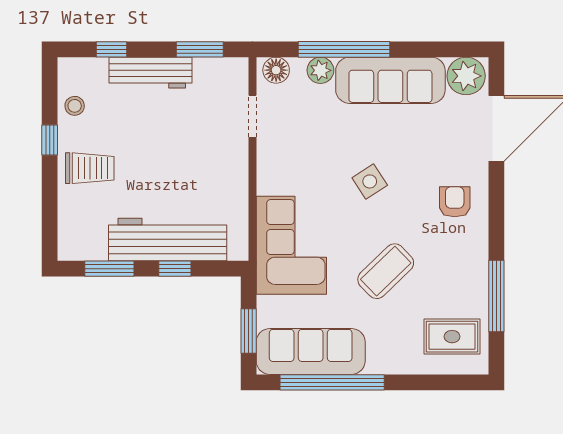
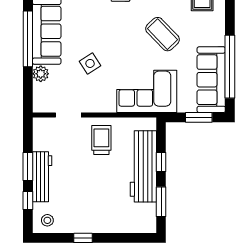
window: (200, 49) -> (28, 167), moved
window: (344, 49) -> (28, 39), moved
floor lamp: (276, 70) -> (41, 101), removed
stool: (75, 106) -> (47, 220), moved
trolley: (90, 168) -> (101, 140), moved
side table: (370, 181) -> (90, 63), moved

